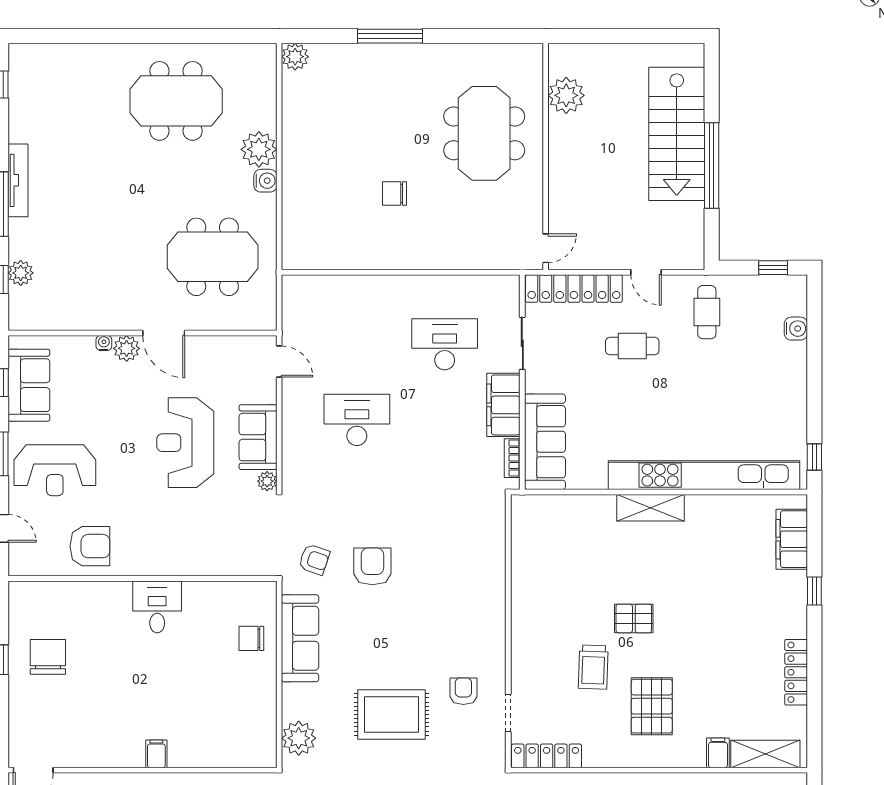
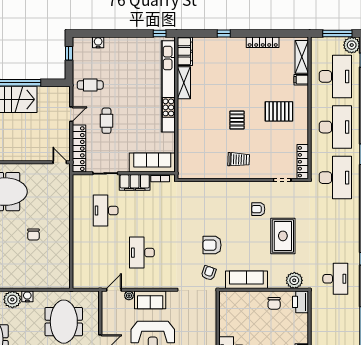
plant: (267, 481) -> (129, 296), moved
shelving: (651, 508) -> (184, 83), moved
filing cabinet: (792, 539) -> (185, 51), moved, turned -90
chair: (251, 638) -> (274, 303), moved
trolley: (593, 667) -> (239, 159), moved
armchair: (463, 691) -> (258, 209), moved
printer: (254, 751) -> (301, 302), added

